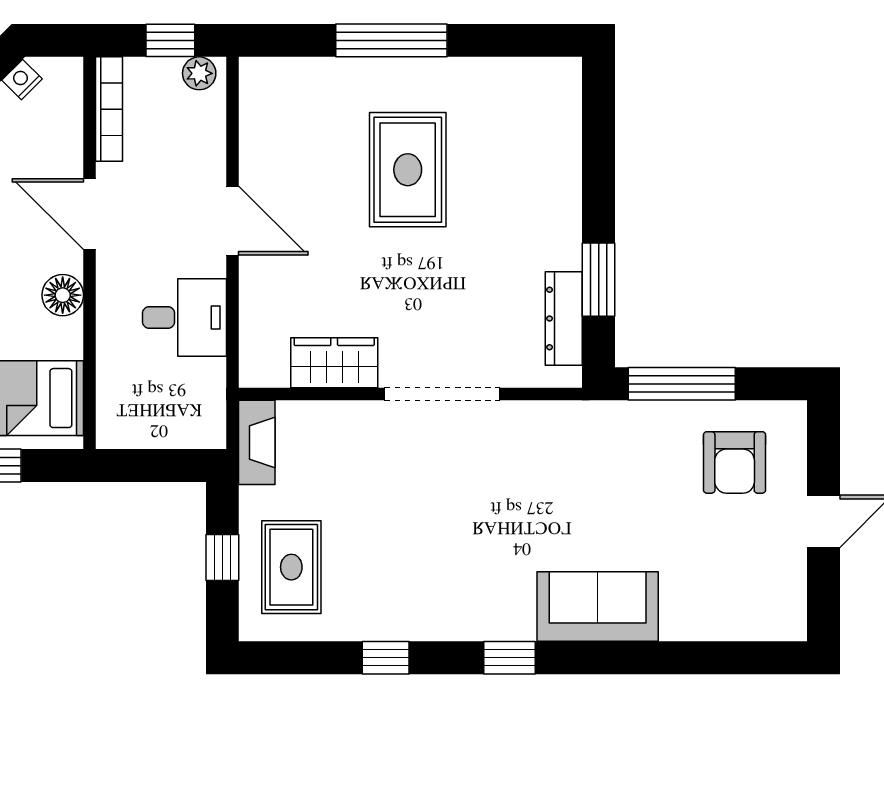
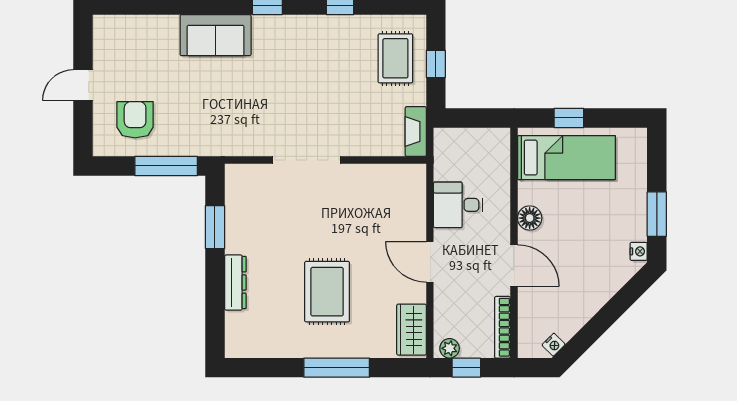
dresser: (564, 318) -> (235, 283), moved
wardrobe: (334, 363) -> (412, 330), moved, turned 90

